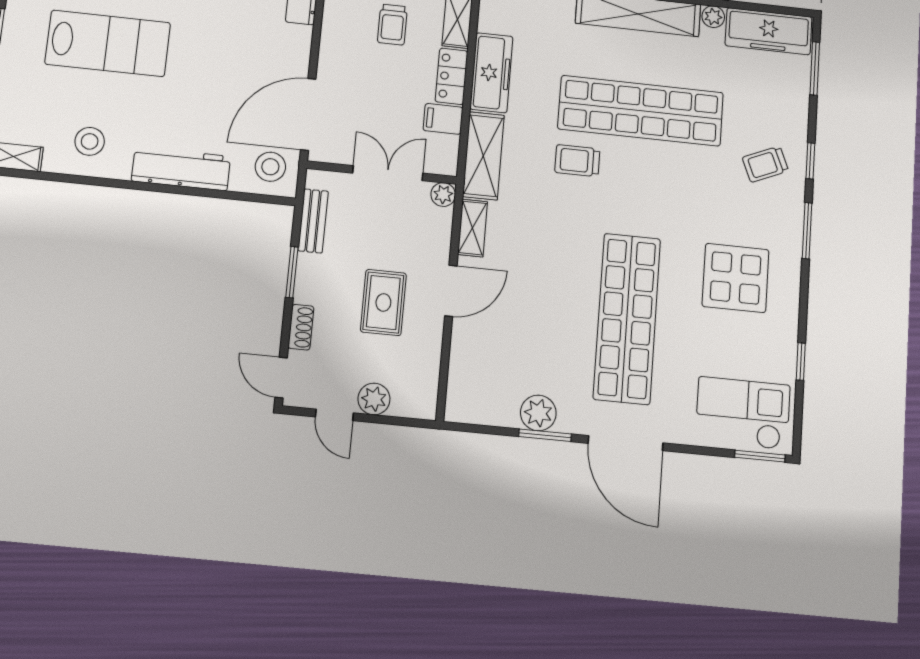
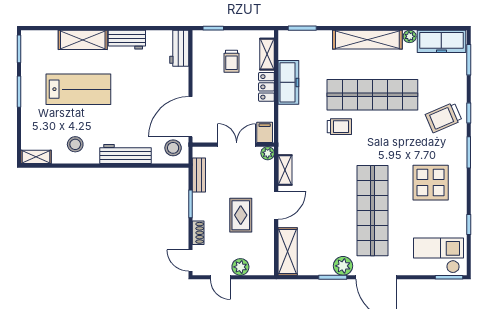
filing cabinet: (443, 119) -> (265, 132), moved, turned 90
shelving: (483, 156) -> (288, 252), moved
trolley: (577, 161) -> (339, 127), turned 180
trolley: (765, 164) -> (444, 118), width x1.36, depth x1.39
plant: (538, 413) -> (343, 266), moved

